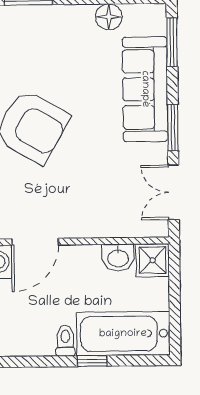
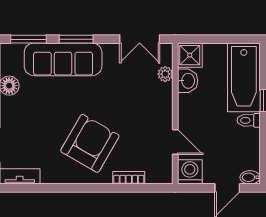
window: (173, 128) -> (76, 39), moved
plant: (127, 227) -> (165, 74), added
door: (35, 242) -> (175, 142), width x0.73

